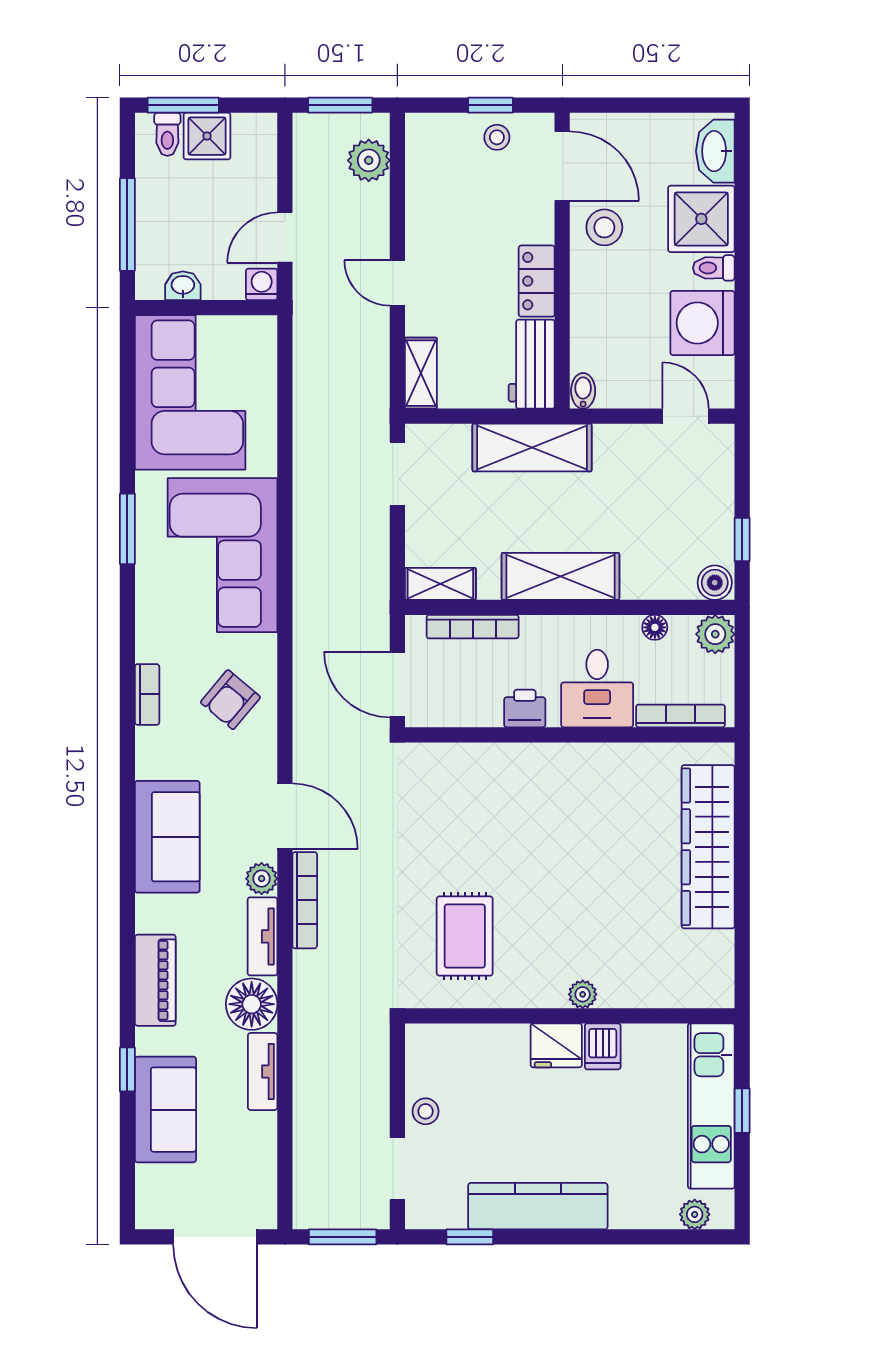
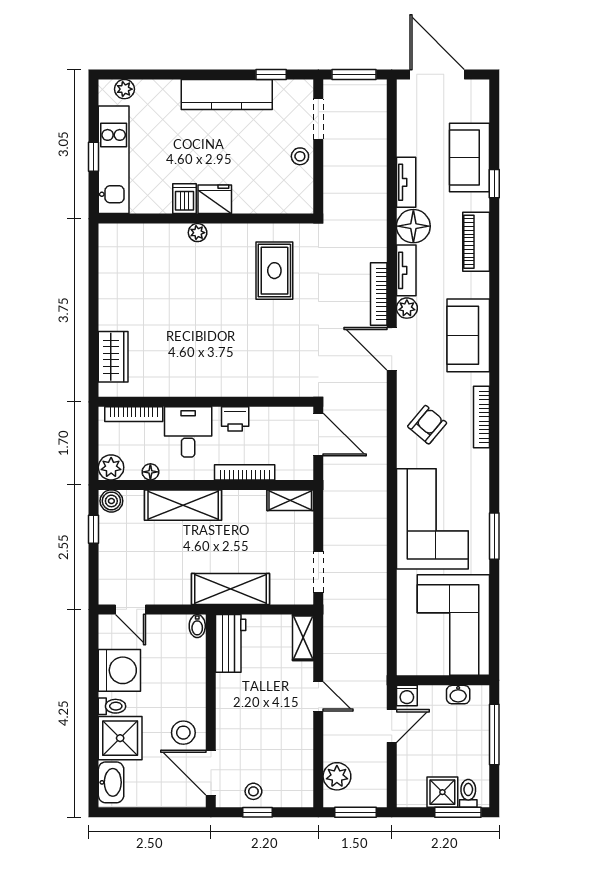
locker: (537, 281) -> (227, 698), removed
shelving: (560, 576) -> (183, 505), moved
bookcase: (473, 627) -> (245, 472), moved
bookcase: (147, 694) -> (481, 417), width x1.56
wardrobe: (708, 847) -> (113, 357), width x0.48, depth x0.85

